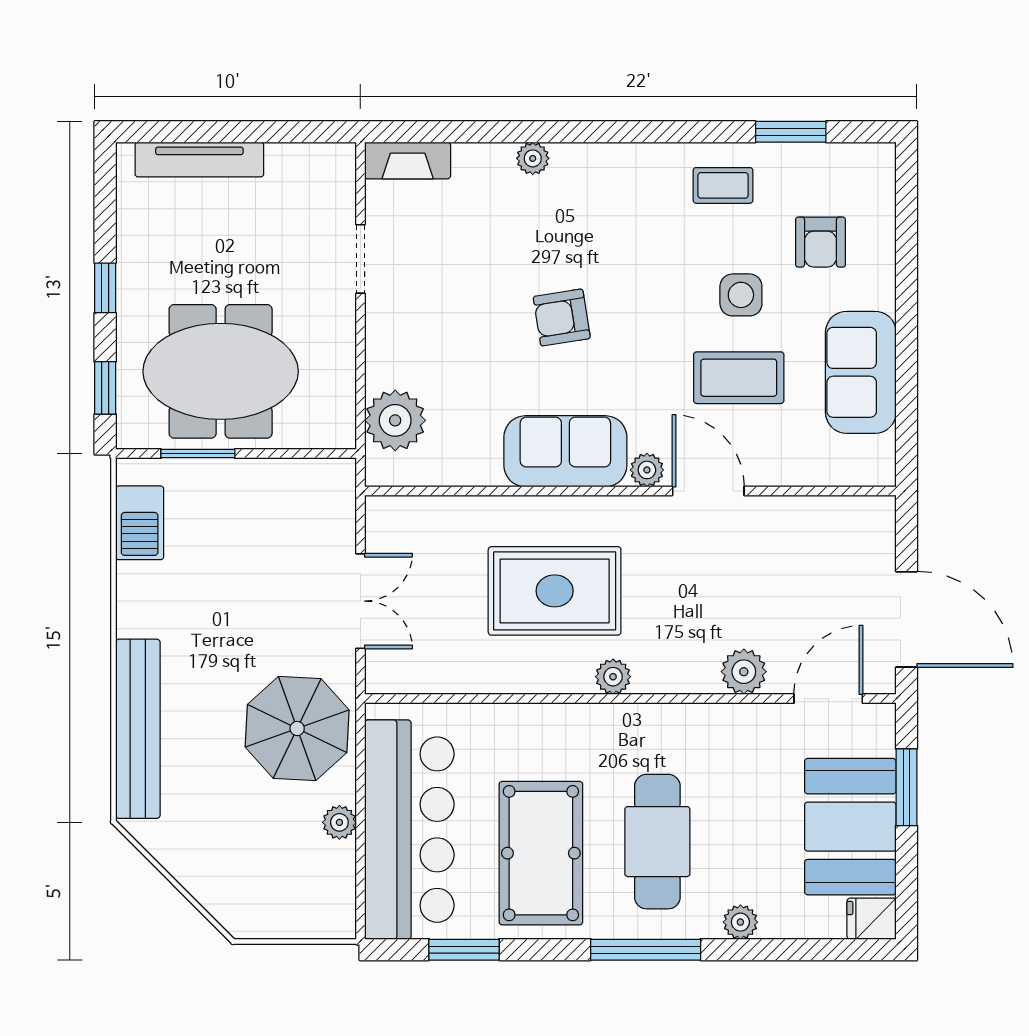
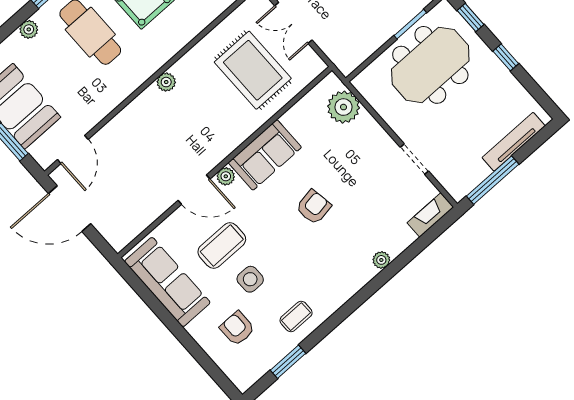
window: (277, 132) -> (493, 180), added
sofa: (861, 372) -> (167, 282), width x1.36
rug: (555, 591) -> (253, 70), moved, turned 90
plant: (744, 672) -> (116, 130), removed

